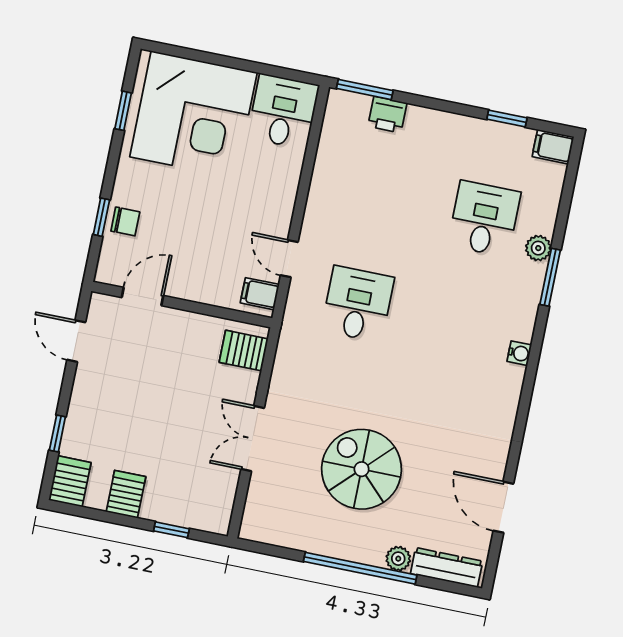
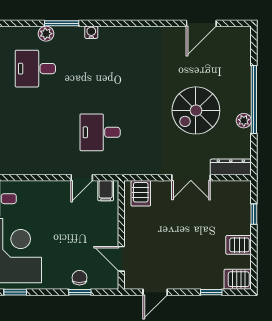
water cooler: (519, 353) -> (91, 32), moved
plant: (398, 559) -> (244, 121), moved
dresser: (447, 567) -> (231, 167), moved, turned 90

